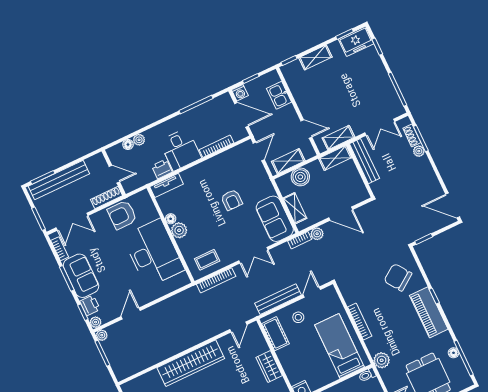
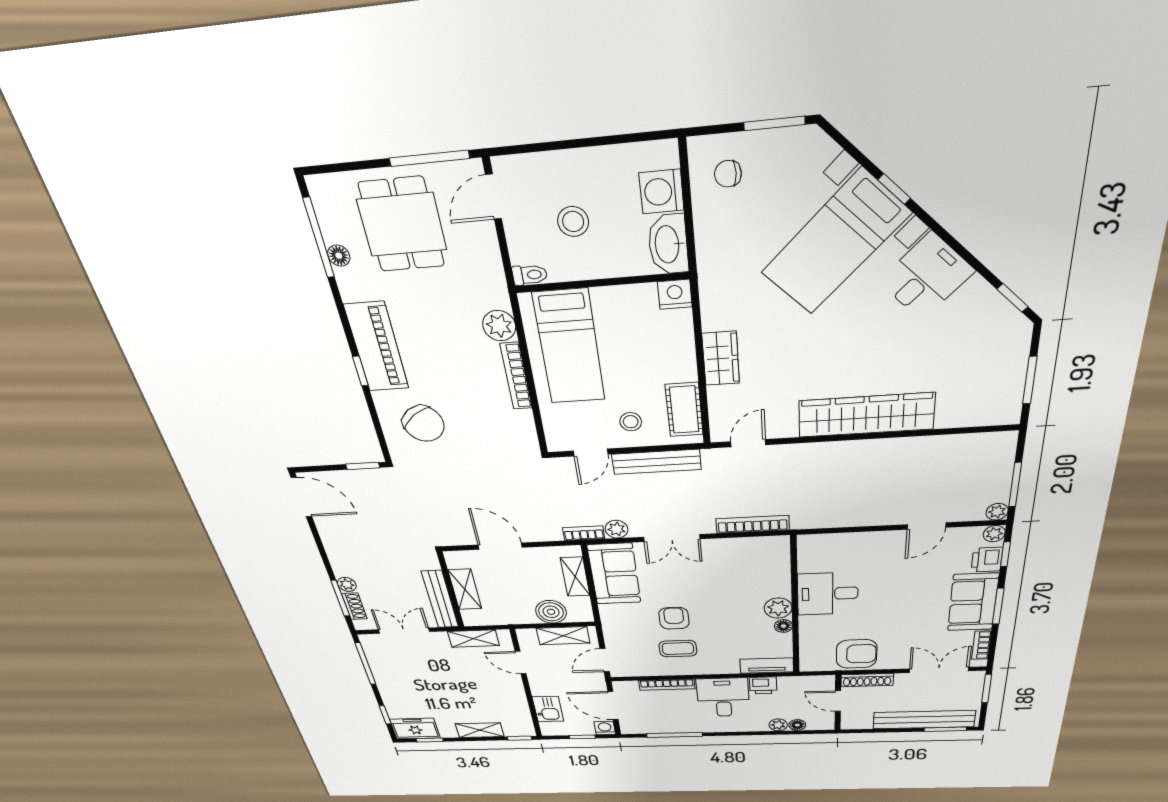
shelving: (335, 158) -> (465, 589), moved, turned 90
plant: (317, 234) -> (617, 529), moved
desk: (153, 253) -> (828, 594), width x0.53, depth x0.77
double door: (253, 255) -> (672, 538), swing flipped
coffee table: (207, 260) -> (678, 649), moved
plant: (382, 360) -> (499, 326), moved

